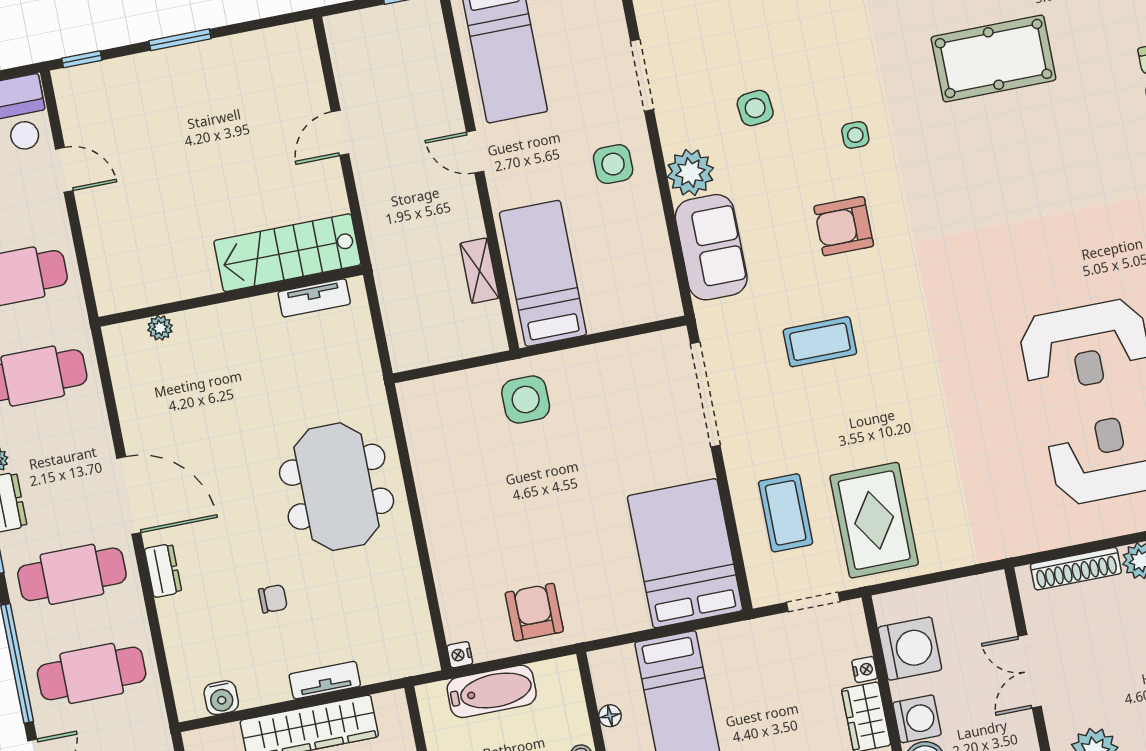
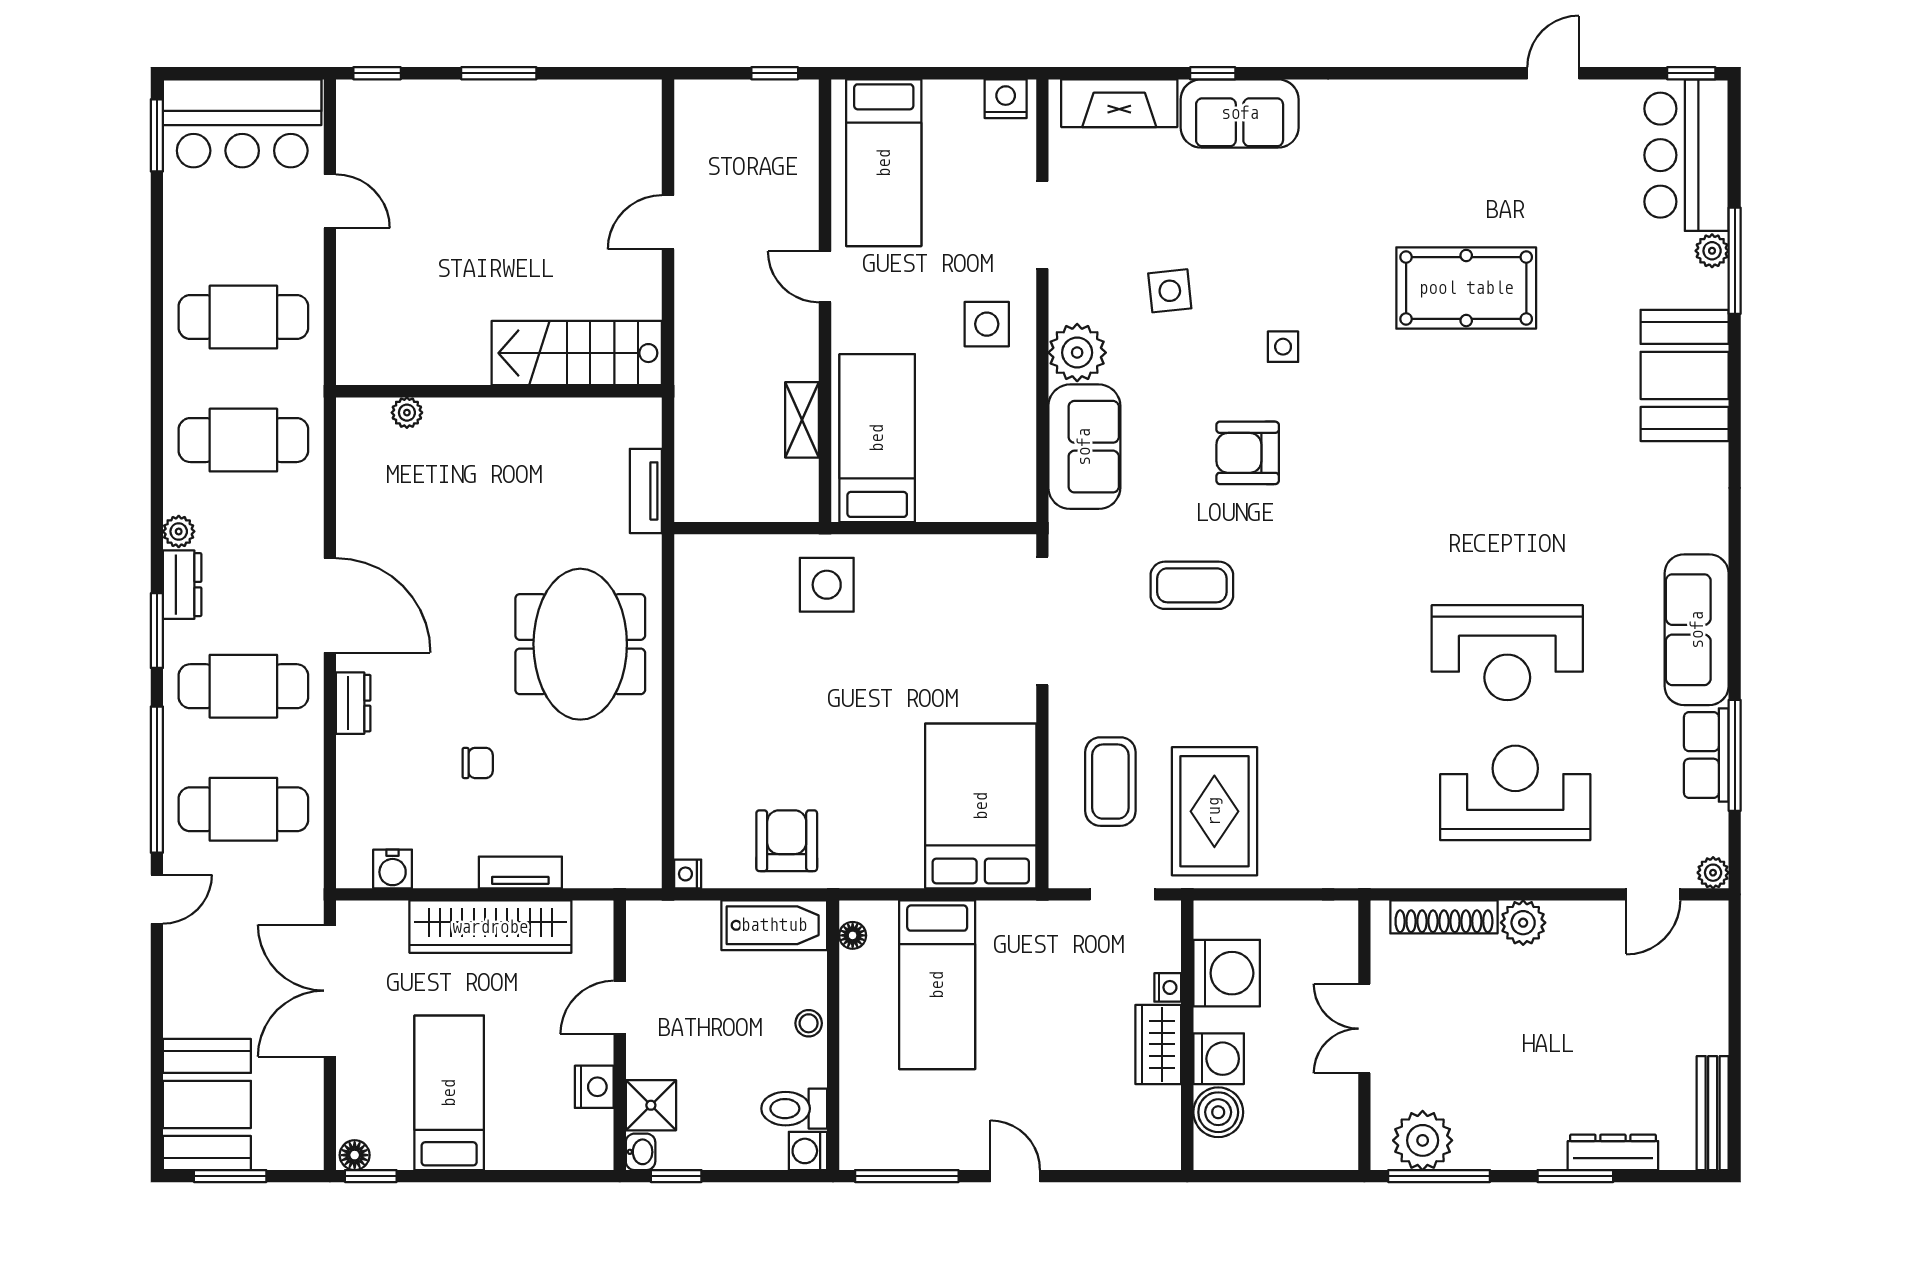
tv unit: (314, 298) -> (646, 491), moved, turned 90
bathtub: (492, 691) -> (774, 925), moved
floor lamp: (610, 716) -> (853, 935), moved

